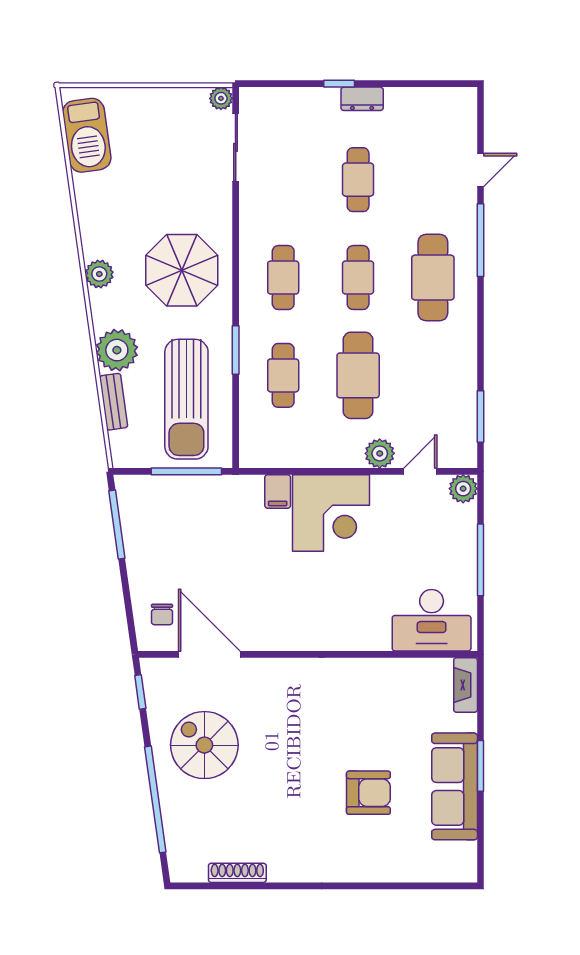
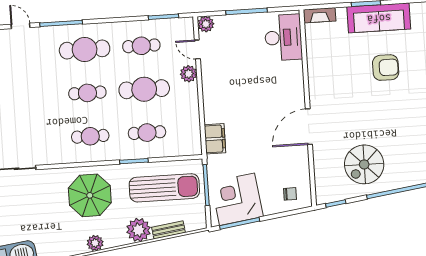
cafe table: (358, 180) -> (141, 46), moved
filing cabinet: (278, 492) -> (215, 139), width x2.00
corner desk: (331, 513) -> (237, 199), moved, turned -98
door: (209, 654) -> (309, 127), moved
armchair: (368, 793) -> (386, 68), turned 90

